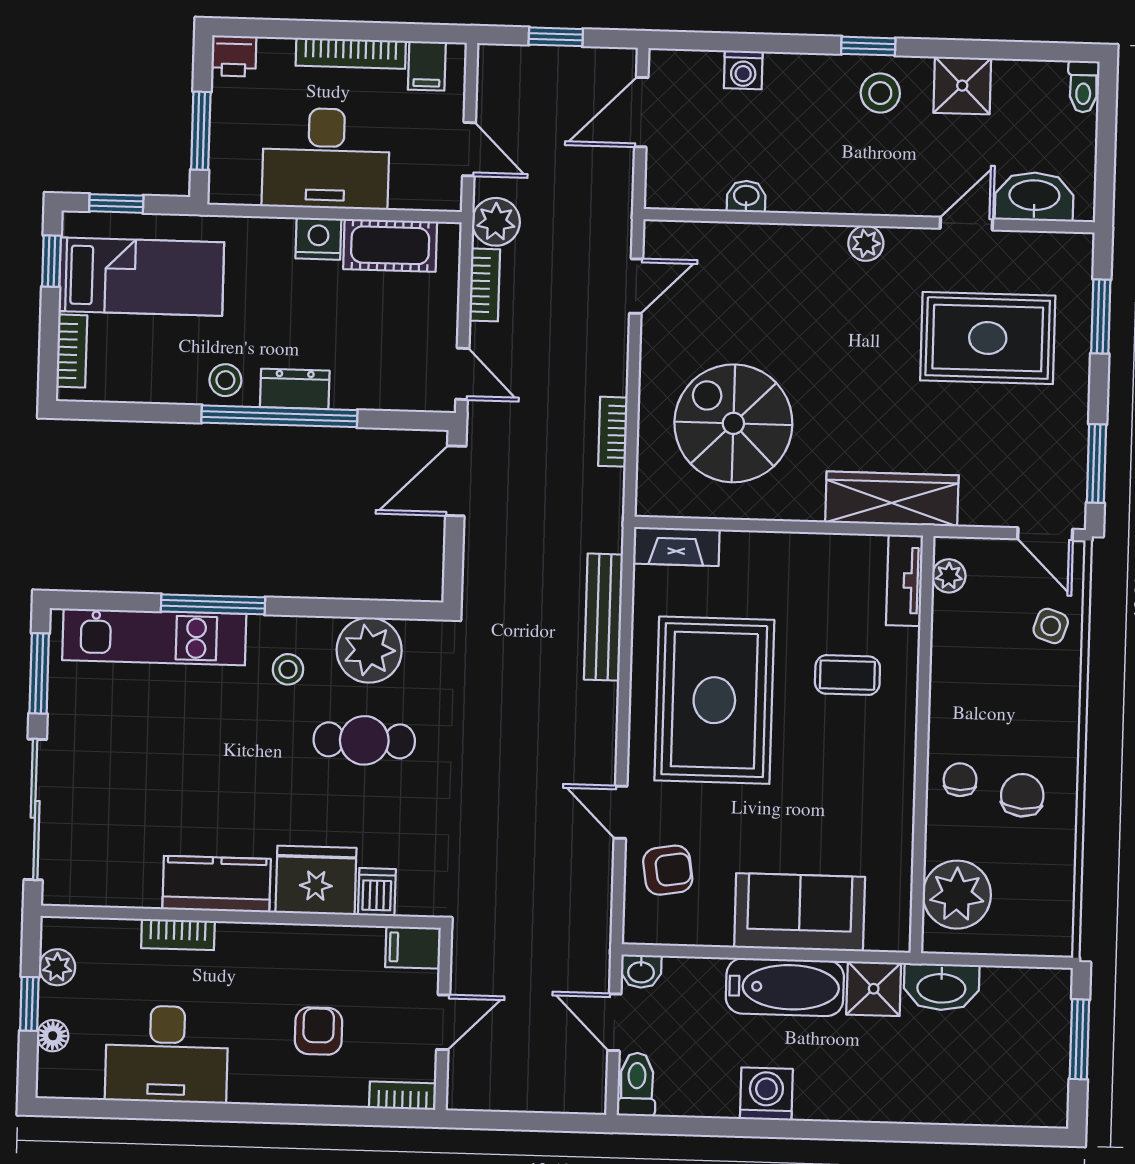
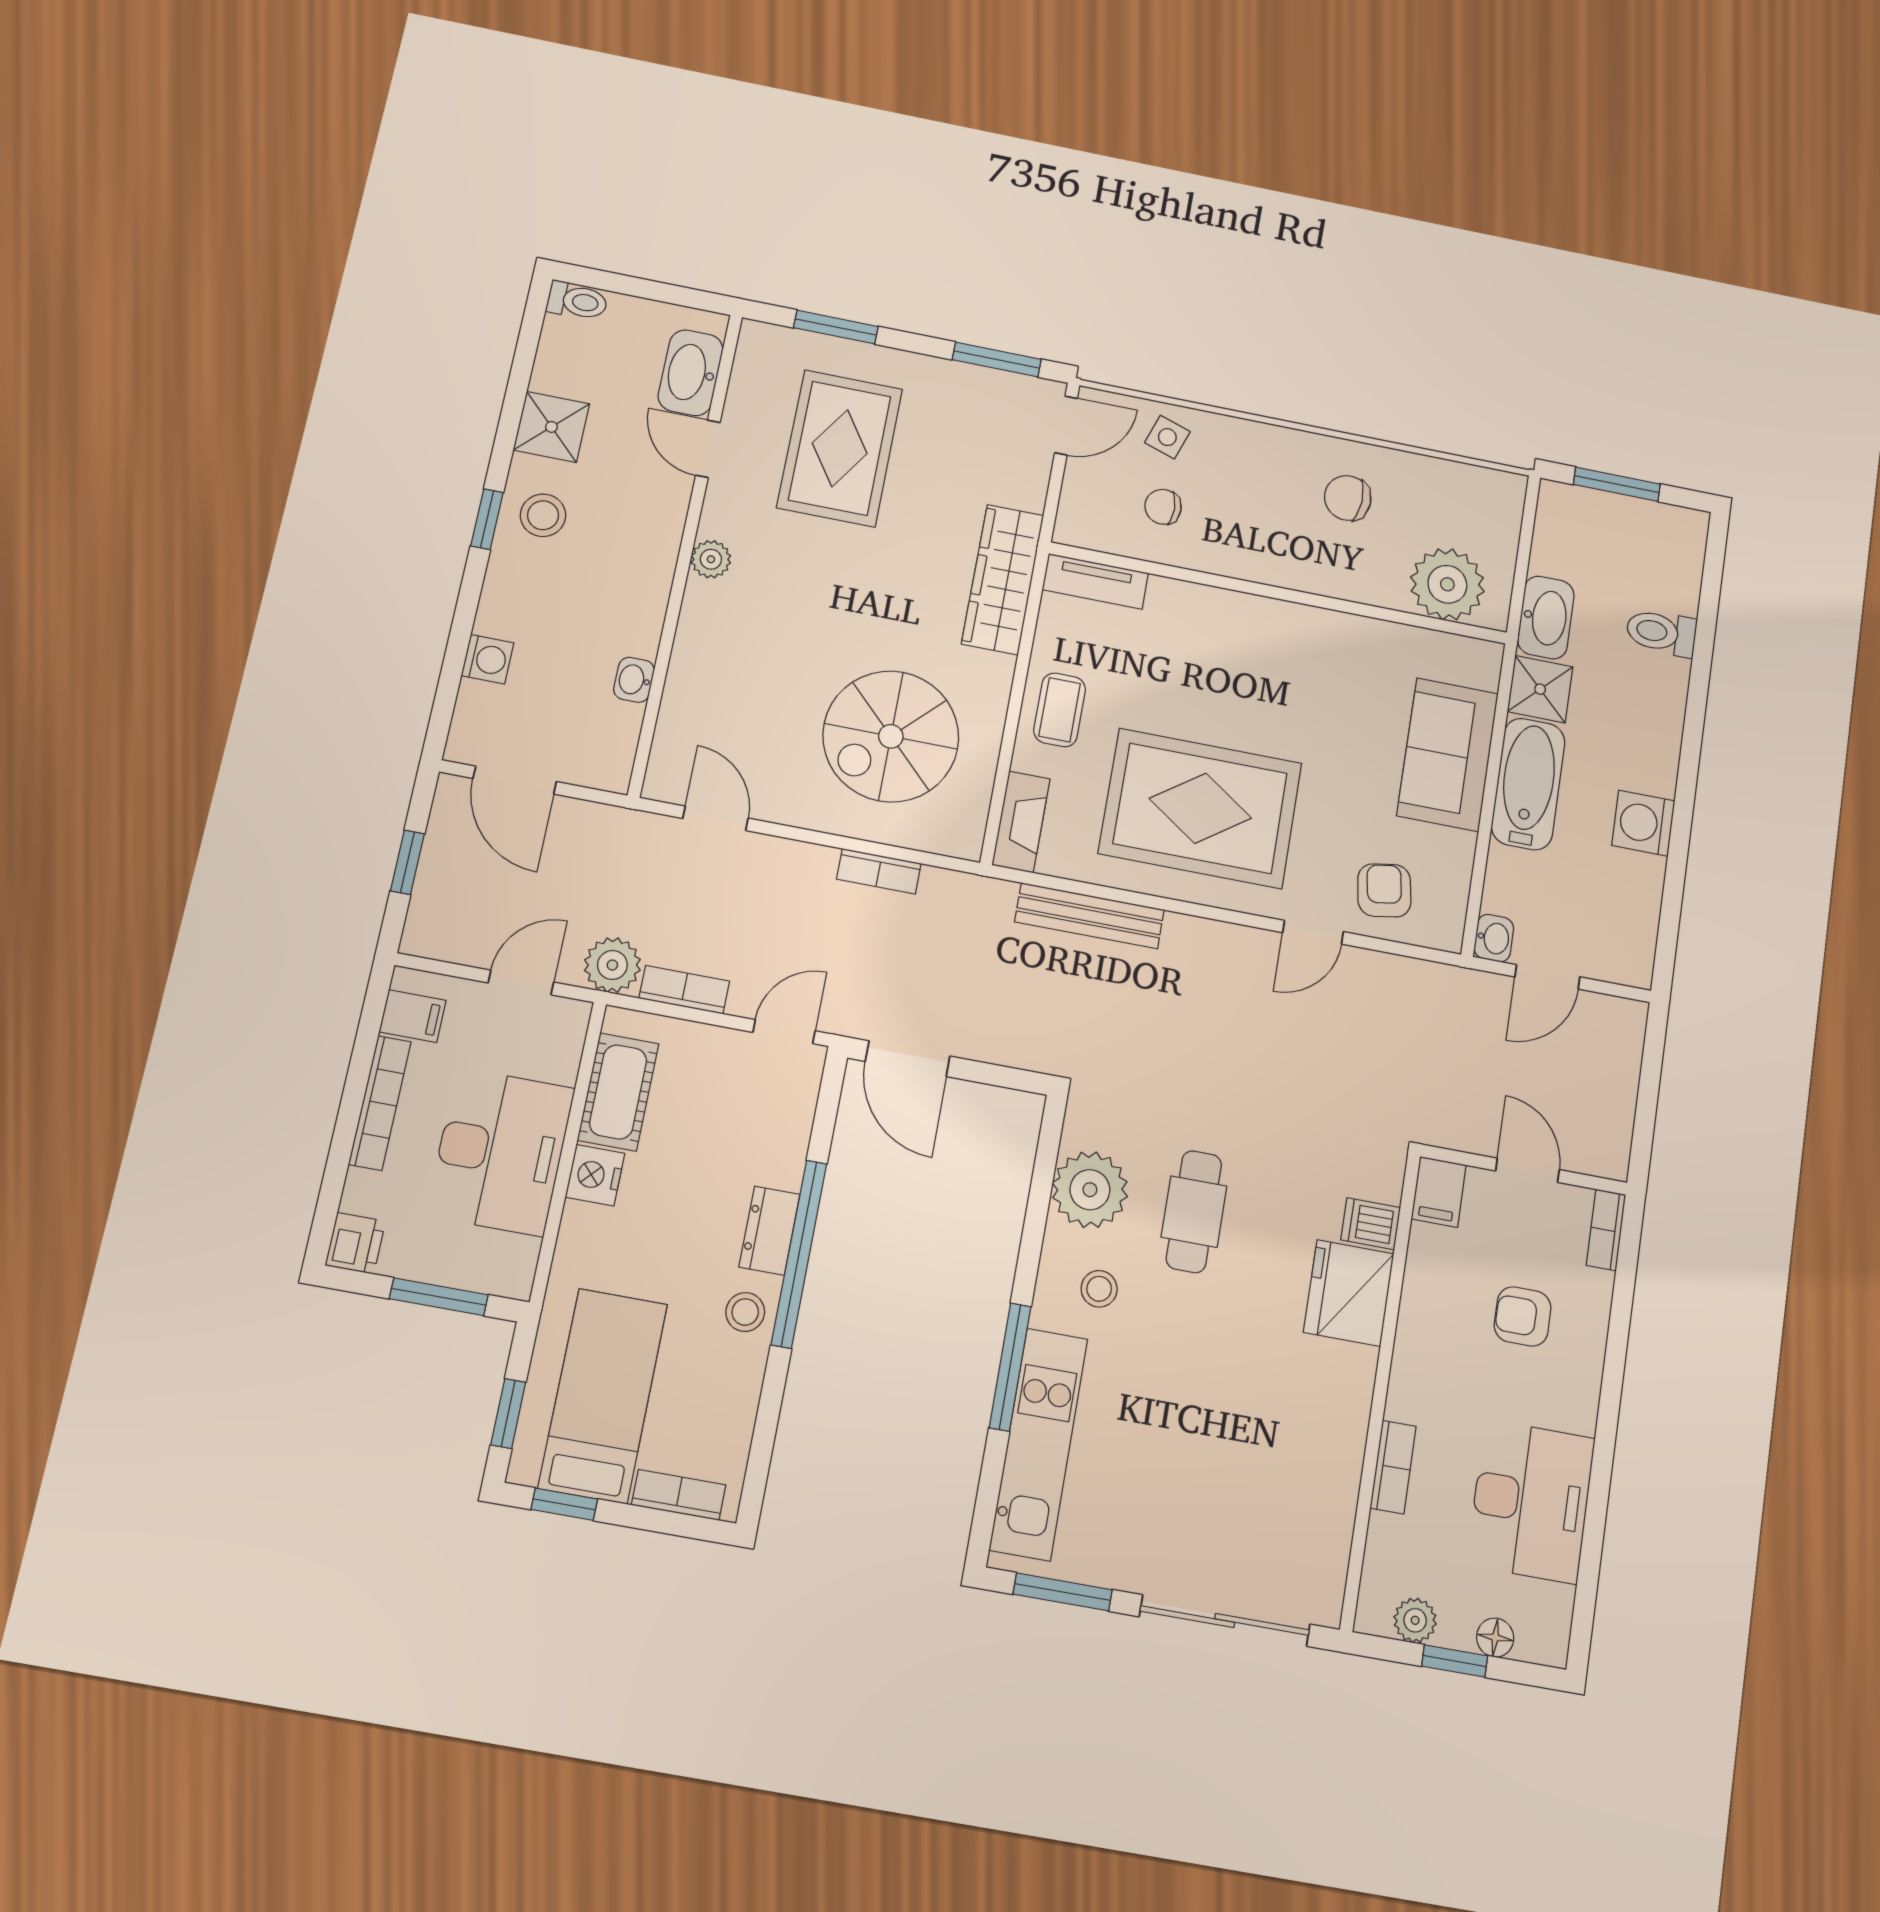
plant: (949, 576) -> (1097, 534), removed
coffee table: (847, 675) -> (1060, 710), moved
chair: (960, 780) -> (1163, 507), moved
kitchen counter: (217, 884) -> (1339, 1412), removed
toilet: (637, 1084) -> (1661, 632), moved

